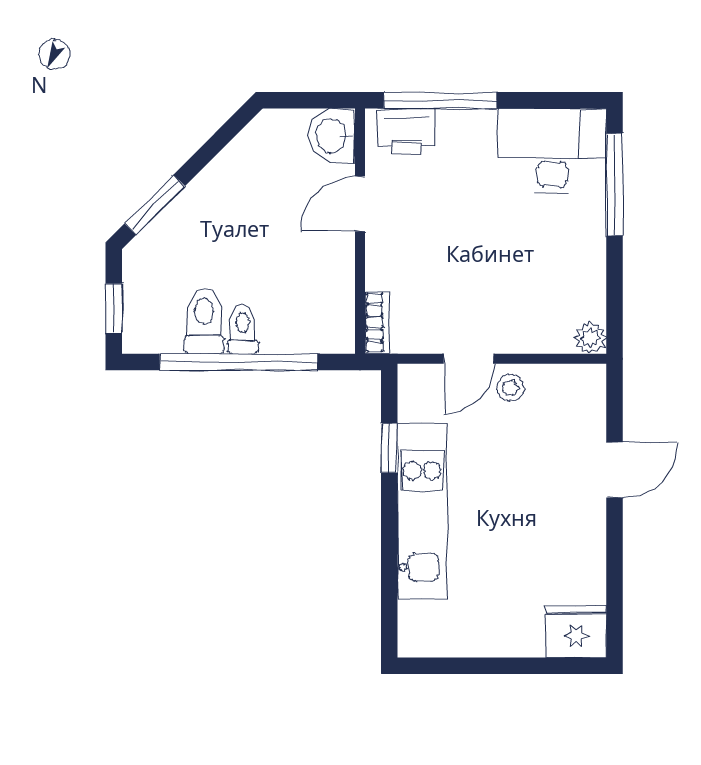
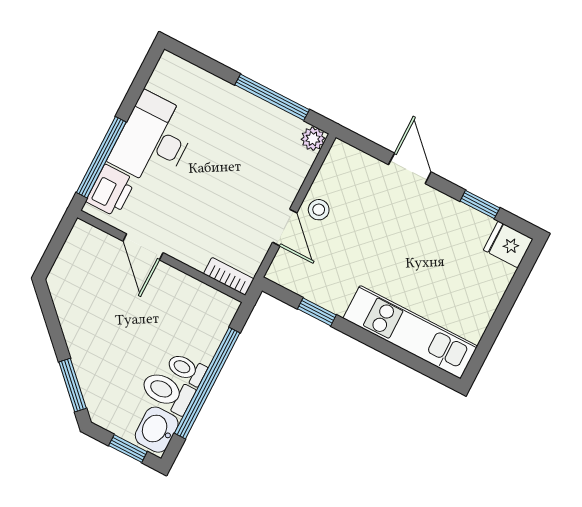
washbasin: (332, 136) -> (157, 430), moved, turned 90
desk: (552, 151) -> (153, 140), moved
window: (614, 184) -> (272, 97), moved
kitchen unit: (422, 511) -> (410, 332), moved
window: (614, 574) -> (480, 204), added
fridge: (576, 632) -> (508, 244), width x0.72

